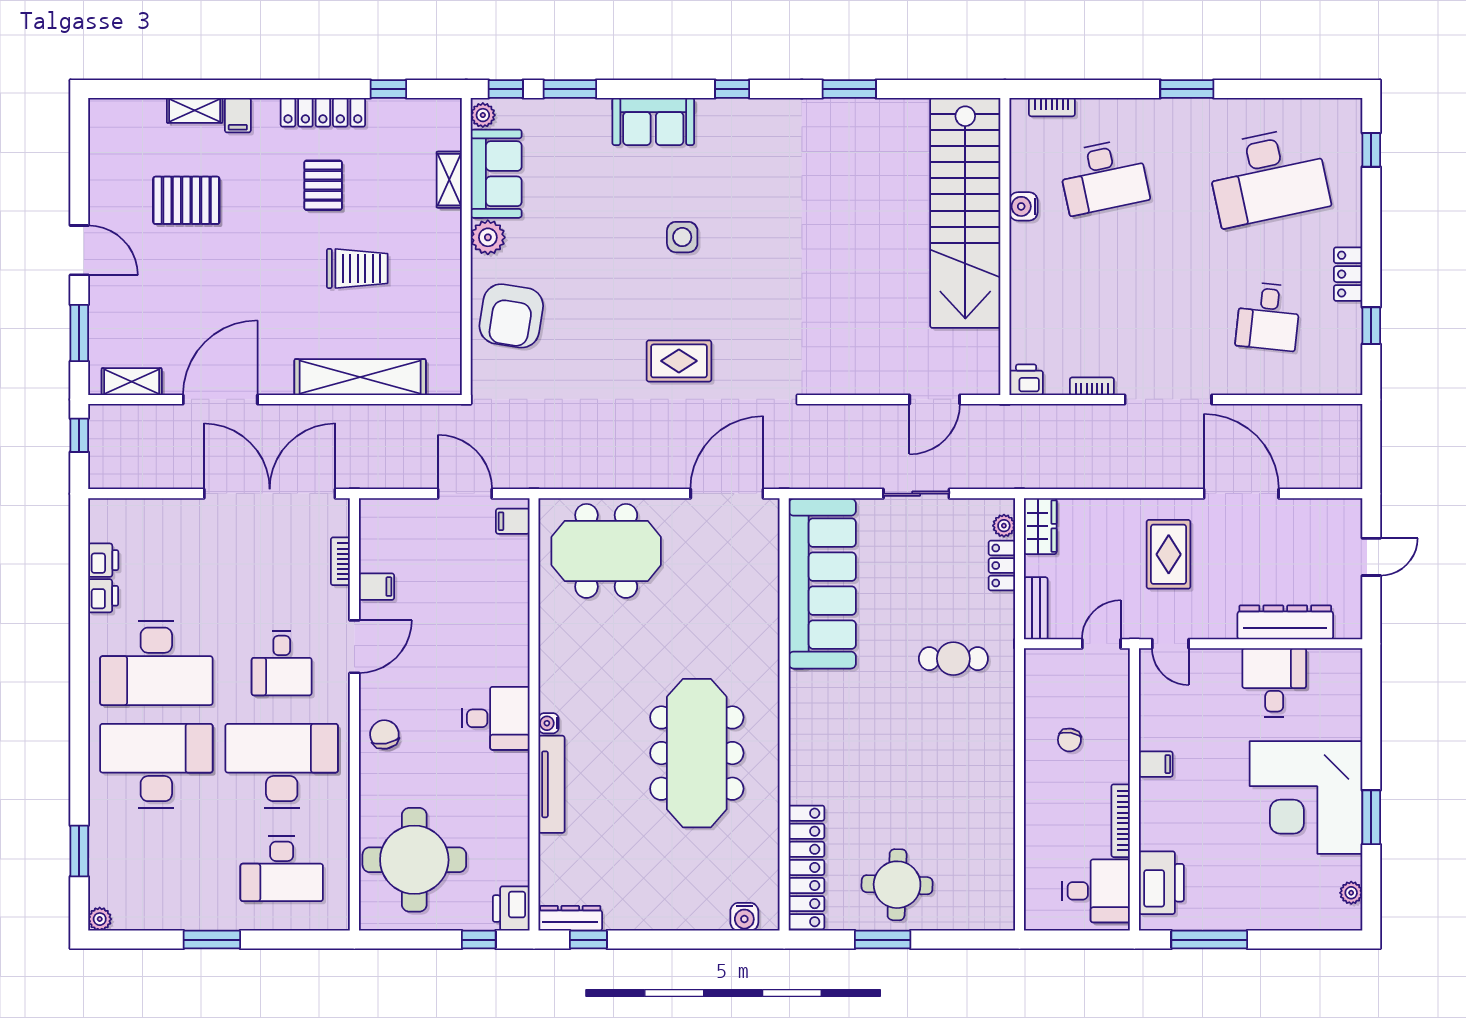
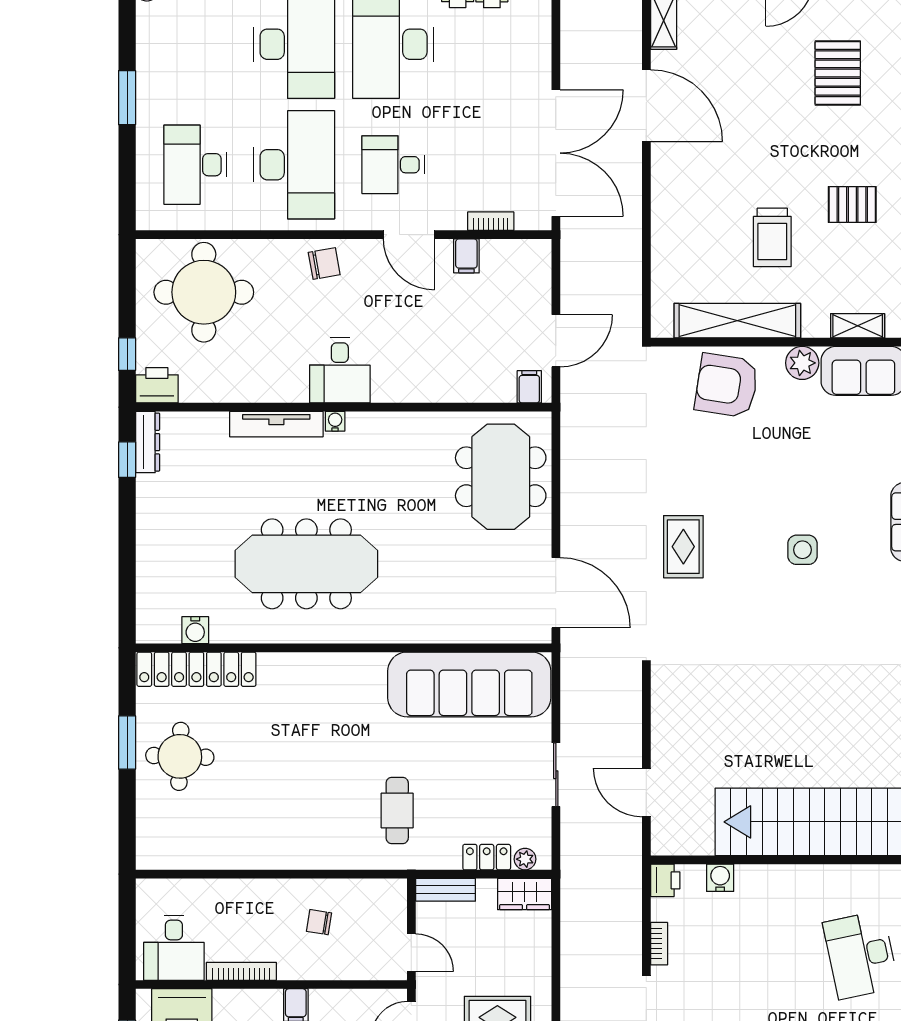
water cooler: (1023, 206) -> (720, 878), moved
shelving: (360, 377) -> (737, 321), moved, turned 90
water cooler: (744, 917) -> (195, 630), moved, turned -90

